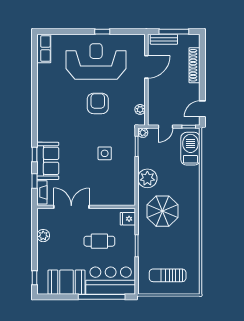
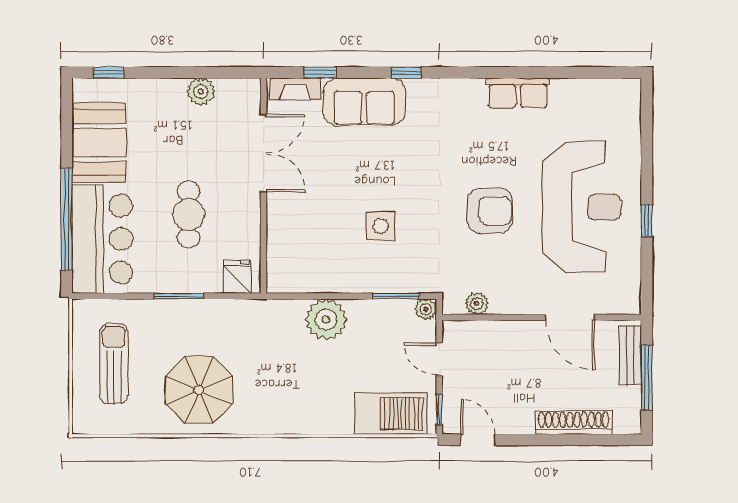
row of seats: (44, 49) -> (518, 93), moved
window: (35, 154) -> (406, 73), moved
parasol: (163, 211) -> (199, 390), moved

